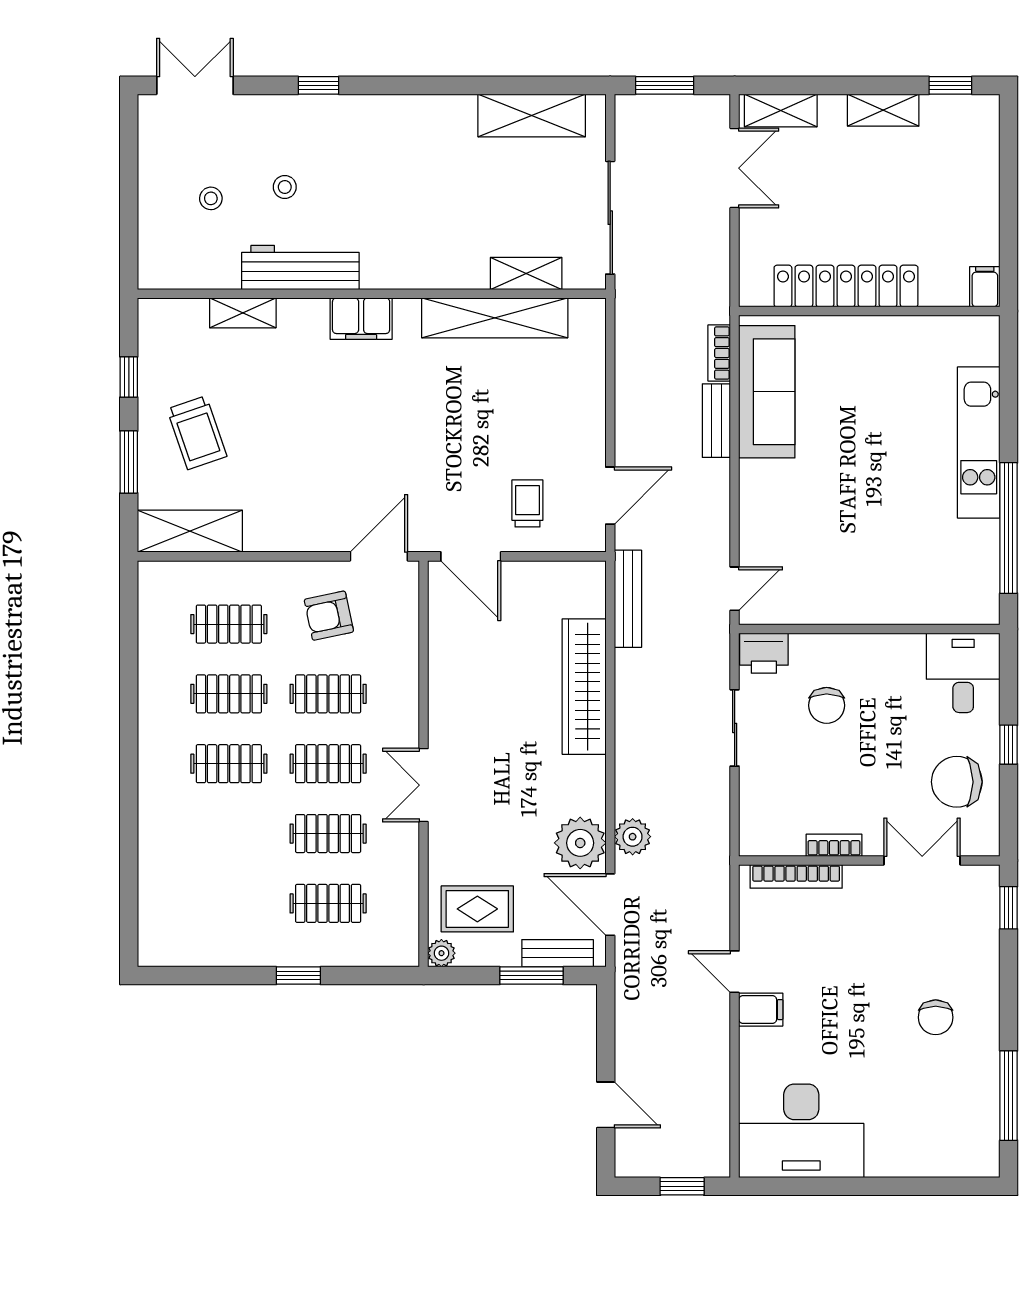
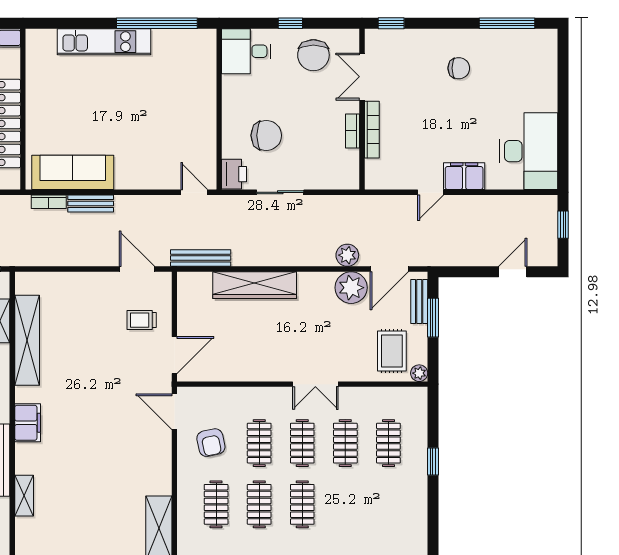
trolley: (197, 433) -> (98, 524), removed
chair: (827, 705) -> (266, 135), width x1.37, depth x1.37
bookcase: (796, 876) -> (372, 130), moved
filing cabinet: (761, 1010) -> (464, 176), width x2.00

